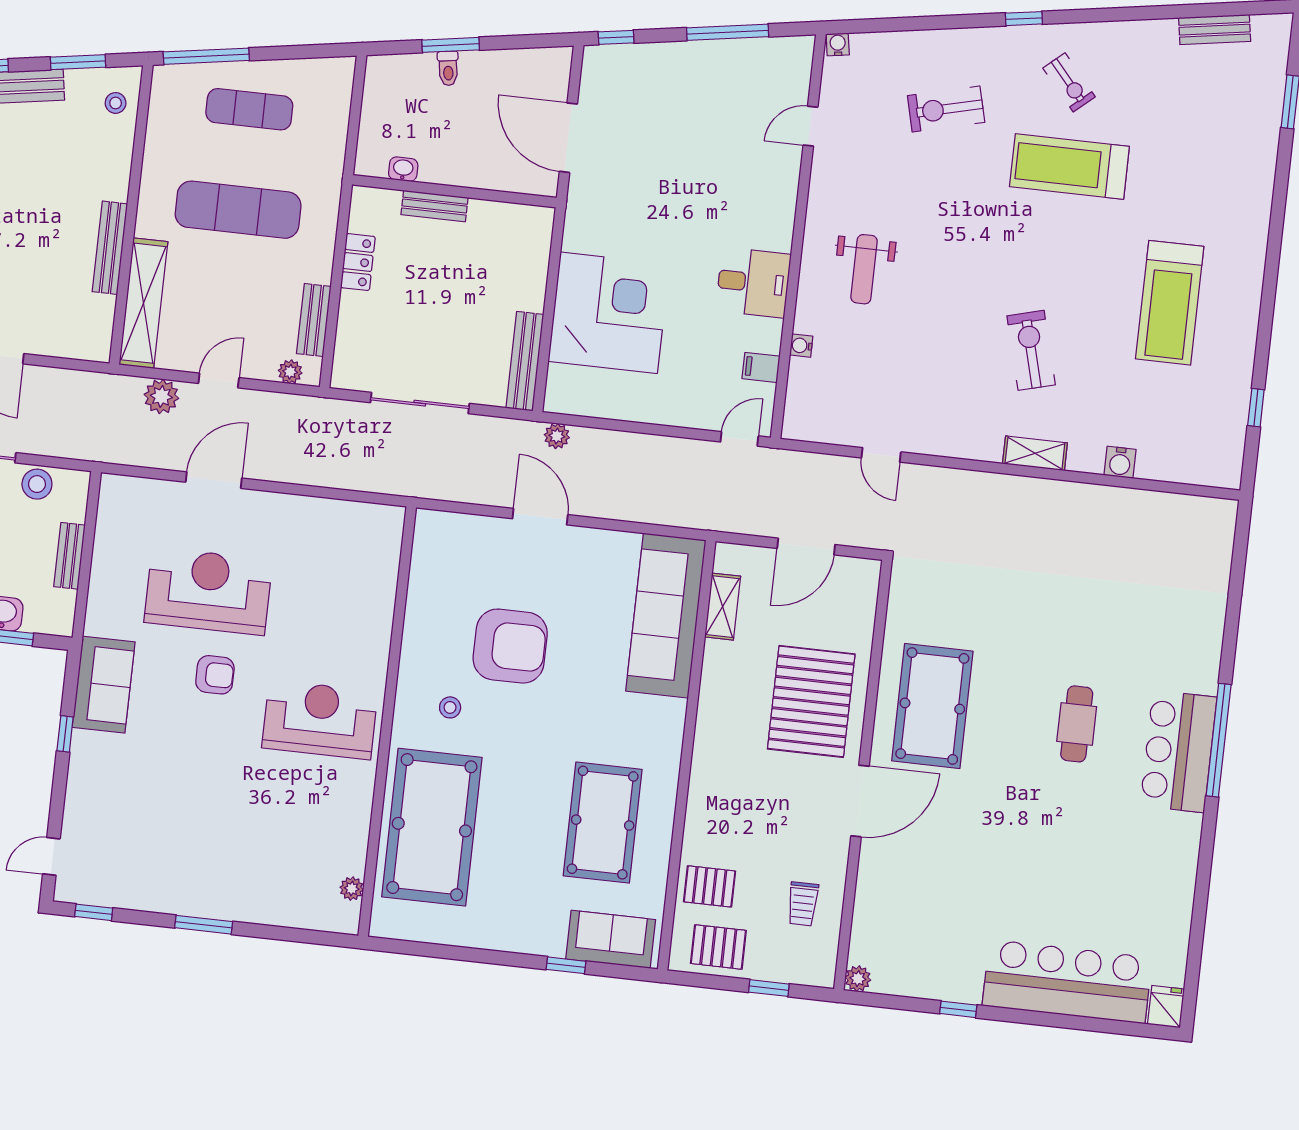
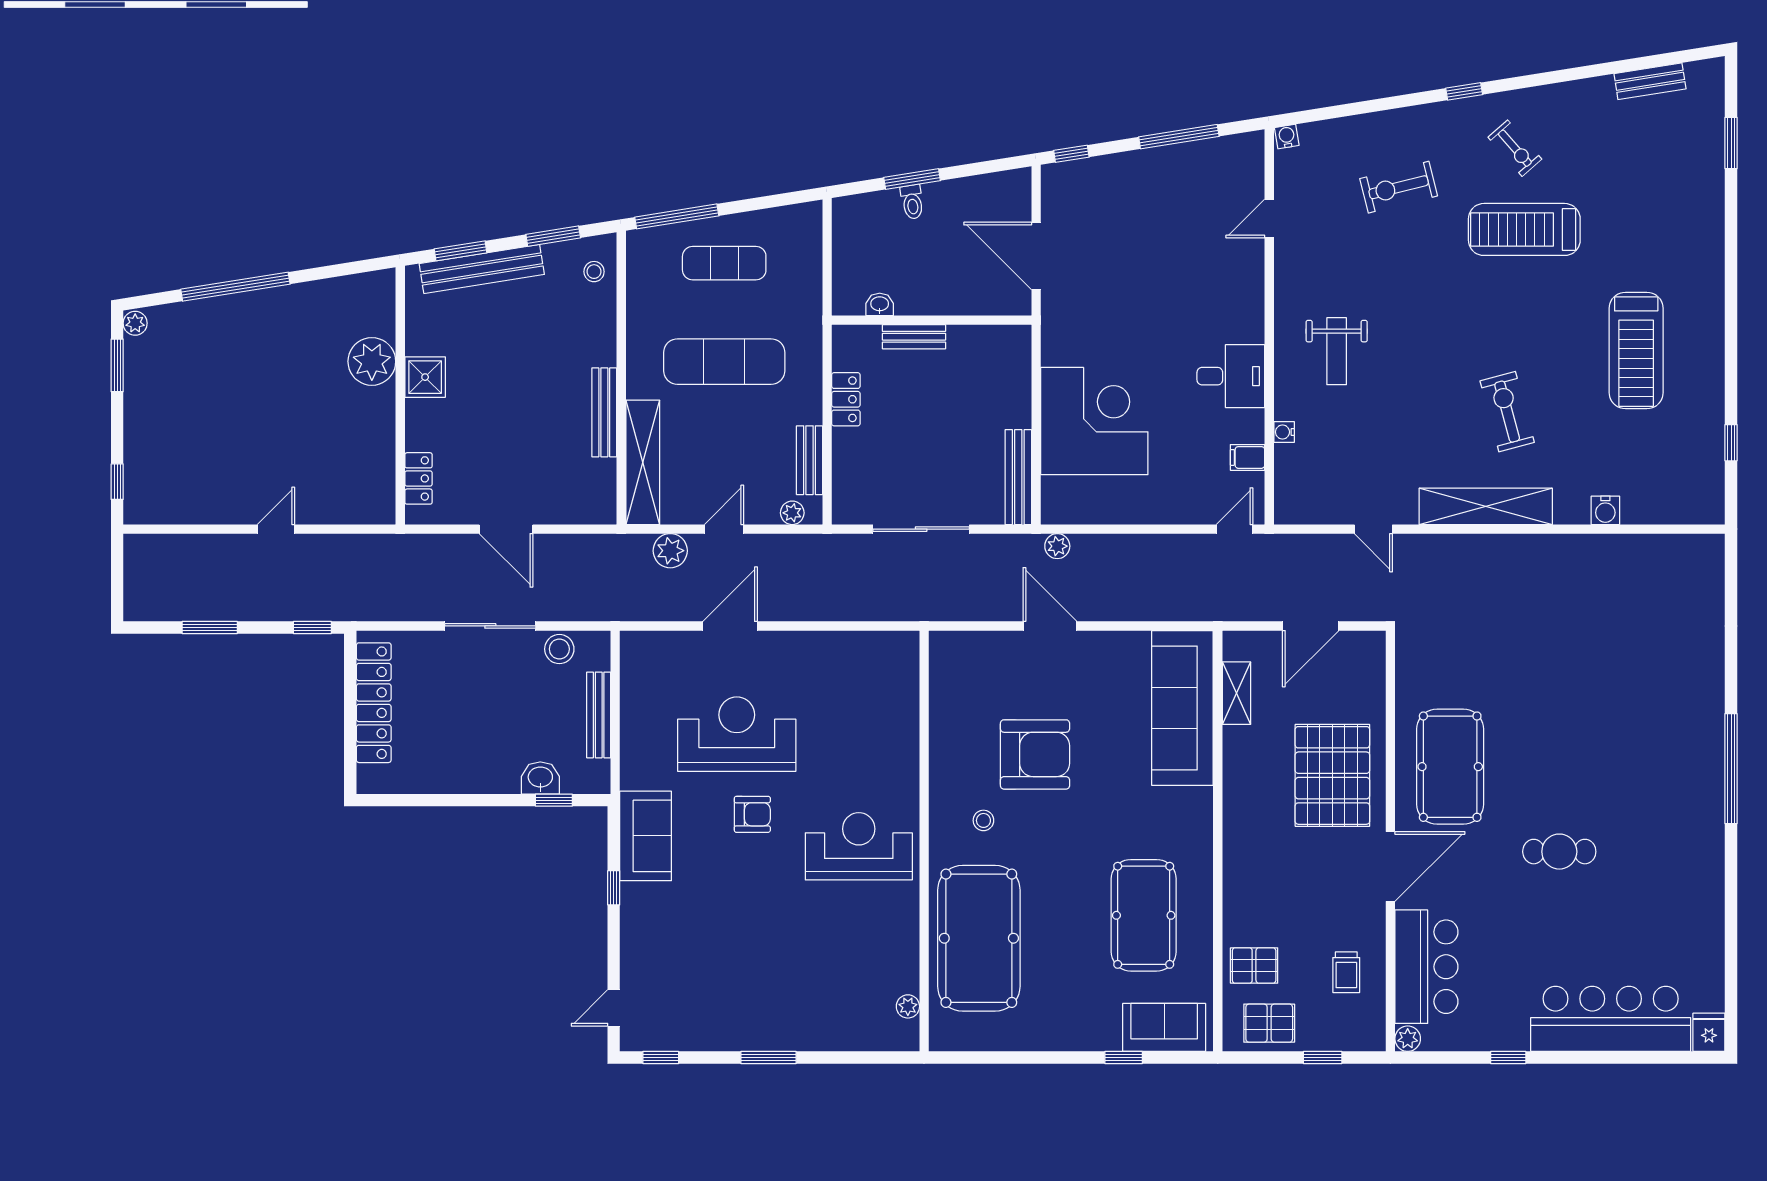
shelving: (1035, 453) -> (1486, 506), width x2.20, depth x1.33
bench: (70, 556) -> (599, 715), width x1.36
cafe table: (1077, 724) -> (1559, 852), moved, turned 90
bar counter: (1179, 751) -> (1426, 967), moved, turned 180

